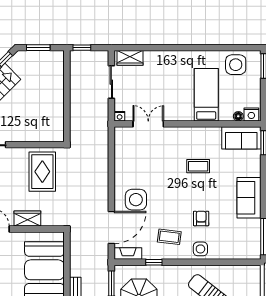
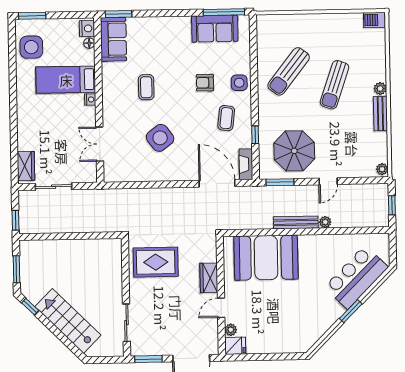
nightstand: (120, 116) -> (90, 99), moved
sofa: (249, 198) -> (215, 29), moved
side table: (136, 200) -> (160, 138), moved, turned -37

